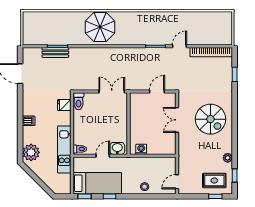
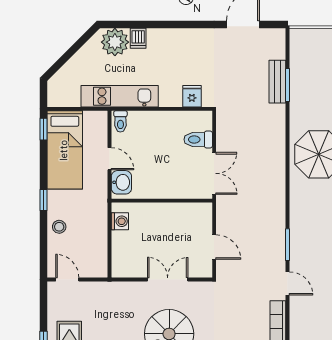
toilet: (79, 101) -> (198, 139), moved
dishwasher: (29, 121) -> (138, 38), moved
window: (110, 196) -> (43, 200), moved

